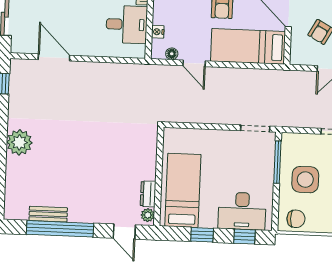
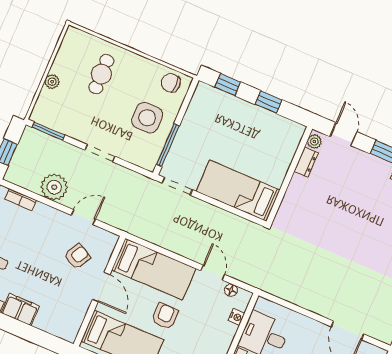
bed: (183, 190) -> (238, 191), moved, turned 90
desk: (242, 211) -> (221, 110), removed

